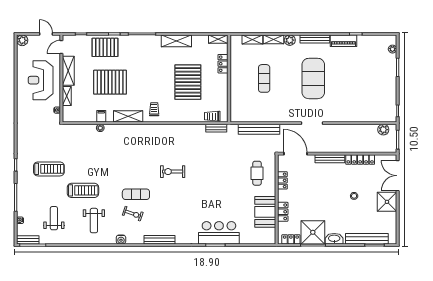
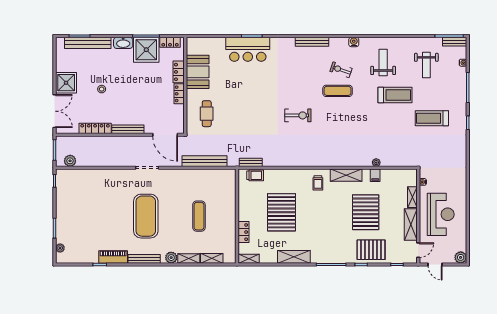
pallet: (110, 82) -> (366, 212), turned 90
locker: (282, 180) -> (179, 94), moved
treadmill: (83, 190) -> (395, 95), turned 180

